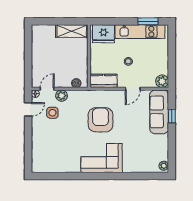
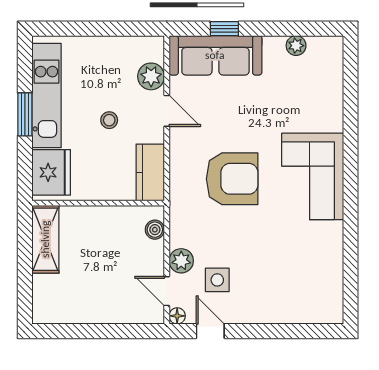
window: (148, 21) -> (25, 114), moved
plant: (162, 81) -> (151, 76), moved
armchair: (100, 120) -> (232, 179), turned 180
plant: (164, 166) -> (296, 46), moved

